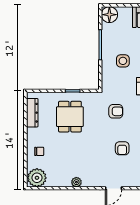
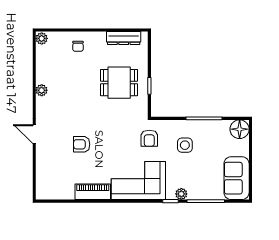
armchair: (116, 111) -> (149, 138), moved
plant: (37, 178) -> (42, 38), width x0.53, depth x0.53

